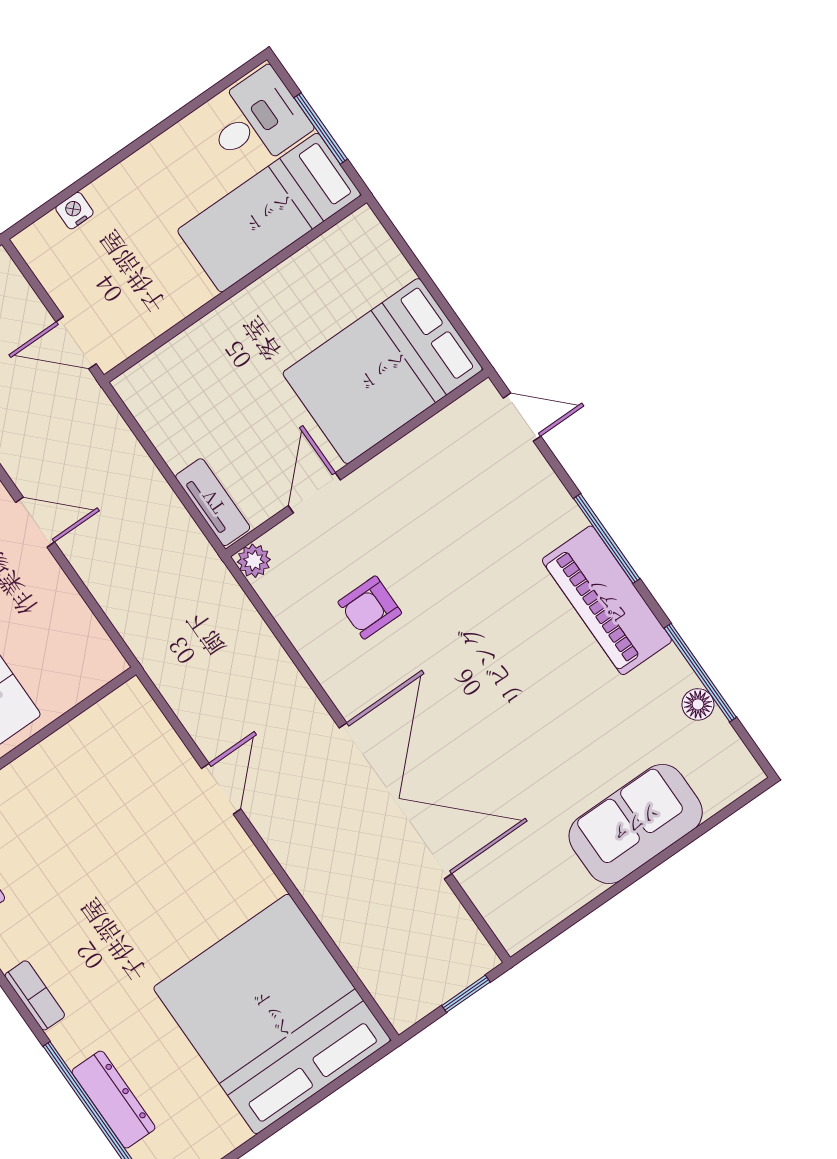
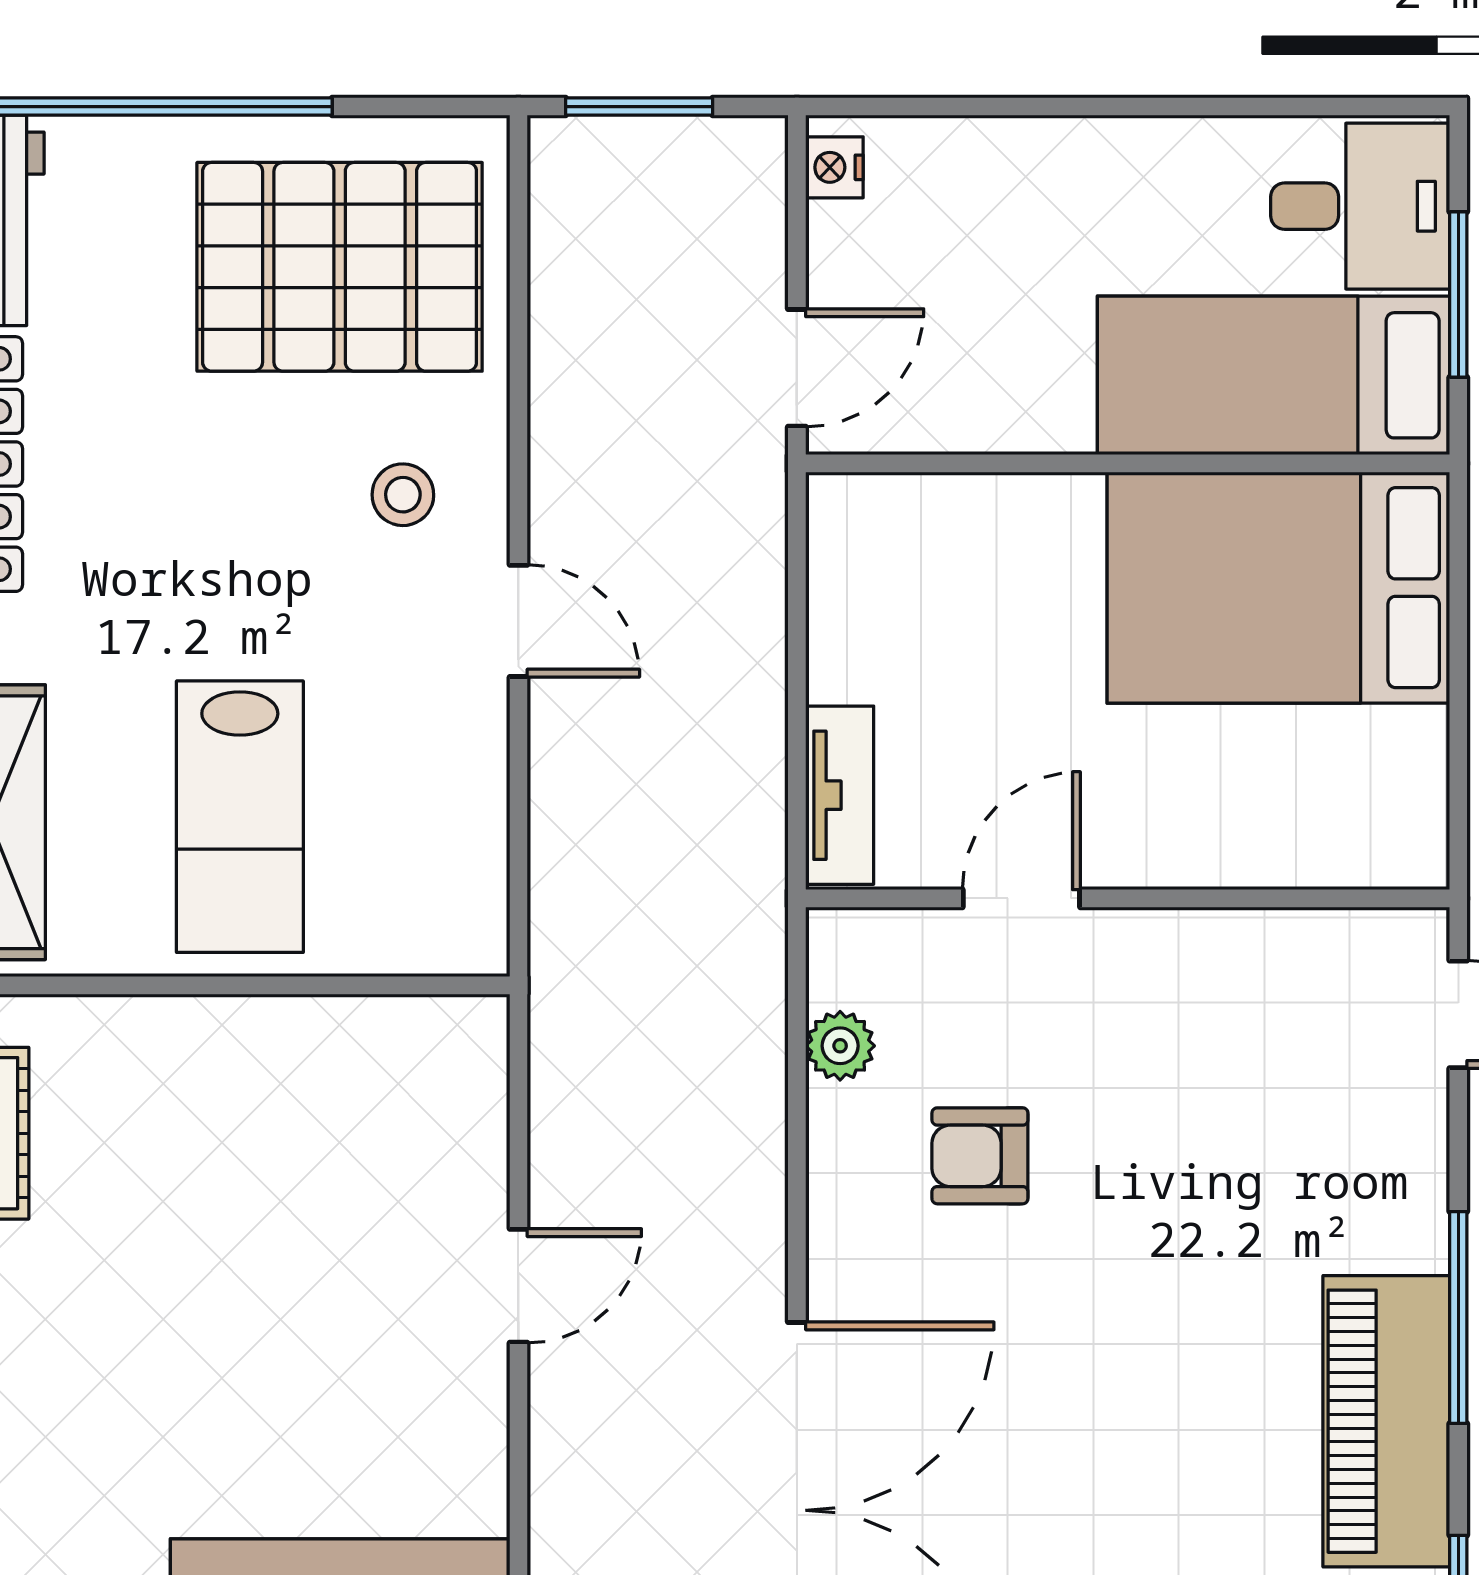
nightstand: (74, 211) -> (834, 167), moved, turned -90
door: (76, 343) -> (797, 368), swing flipped
bed: (383, 371) -> (1278, 588), moved
plant: (254, 561) -> (840, 1046), moved

